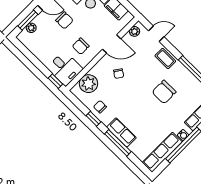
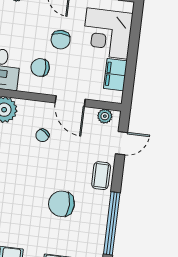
chair: (64, 20) -> (61, 40), moved
door: (156, 34) -> (122, 143), hinge flipped

